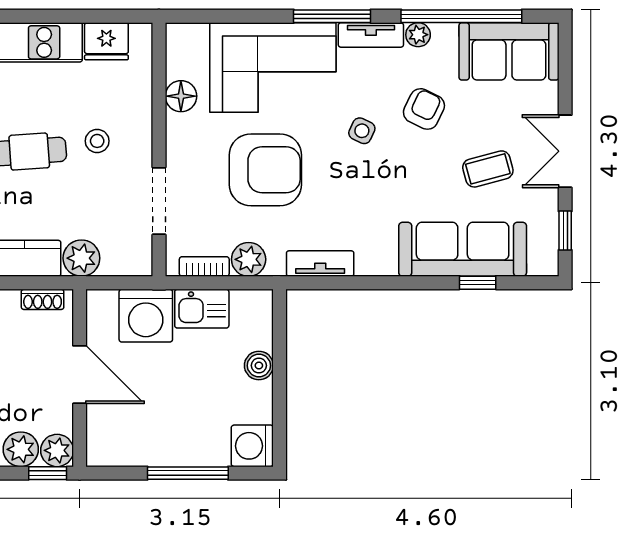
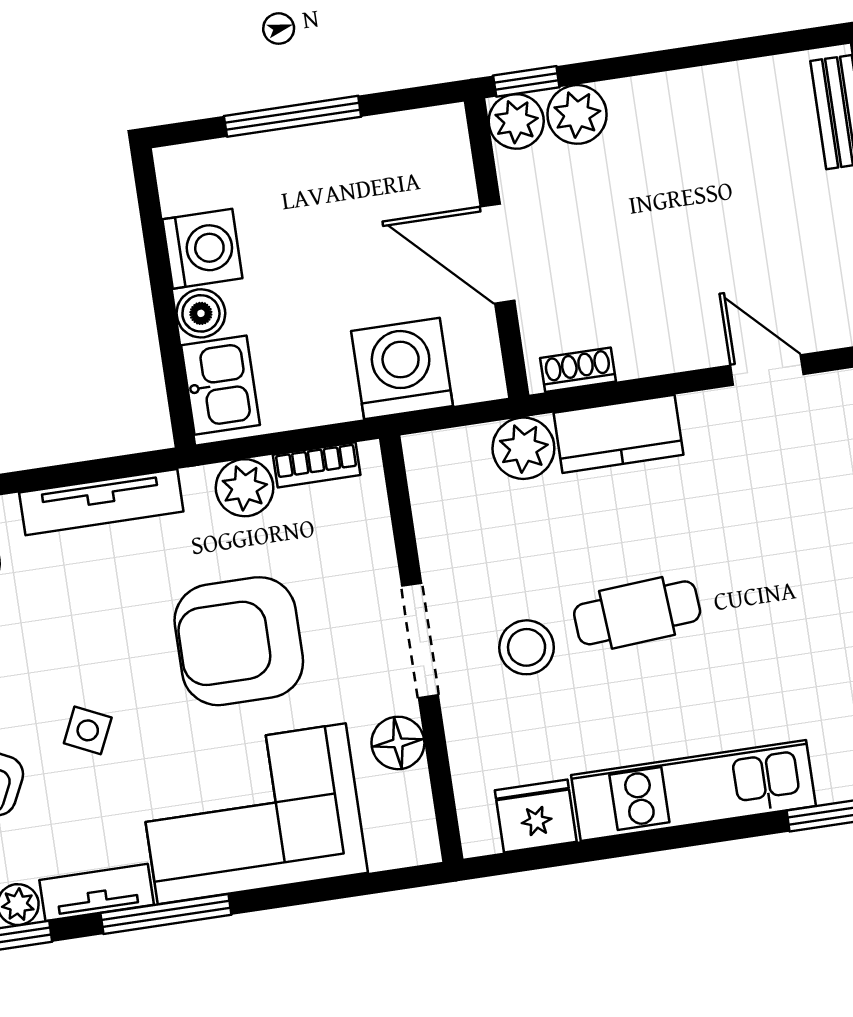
stool: (97, 141) -> (527, 647), width x1.37, depth x1.37
doorway: (159, 201) -> (420, 640), moved
tv unit: (320, 264) -> (101, 502), width x1.41
kitchen sink: (202, 309) -> (221, 385), moved, turned 90
washing machine: (252, 446) -> (202, 249), moved

